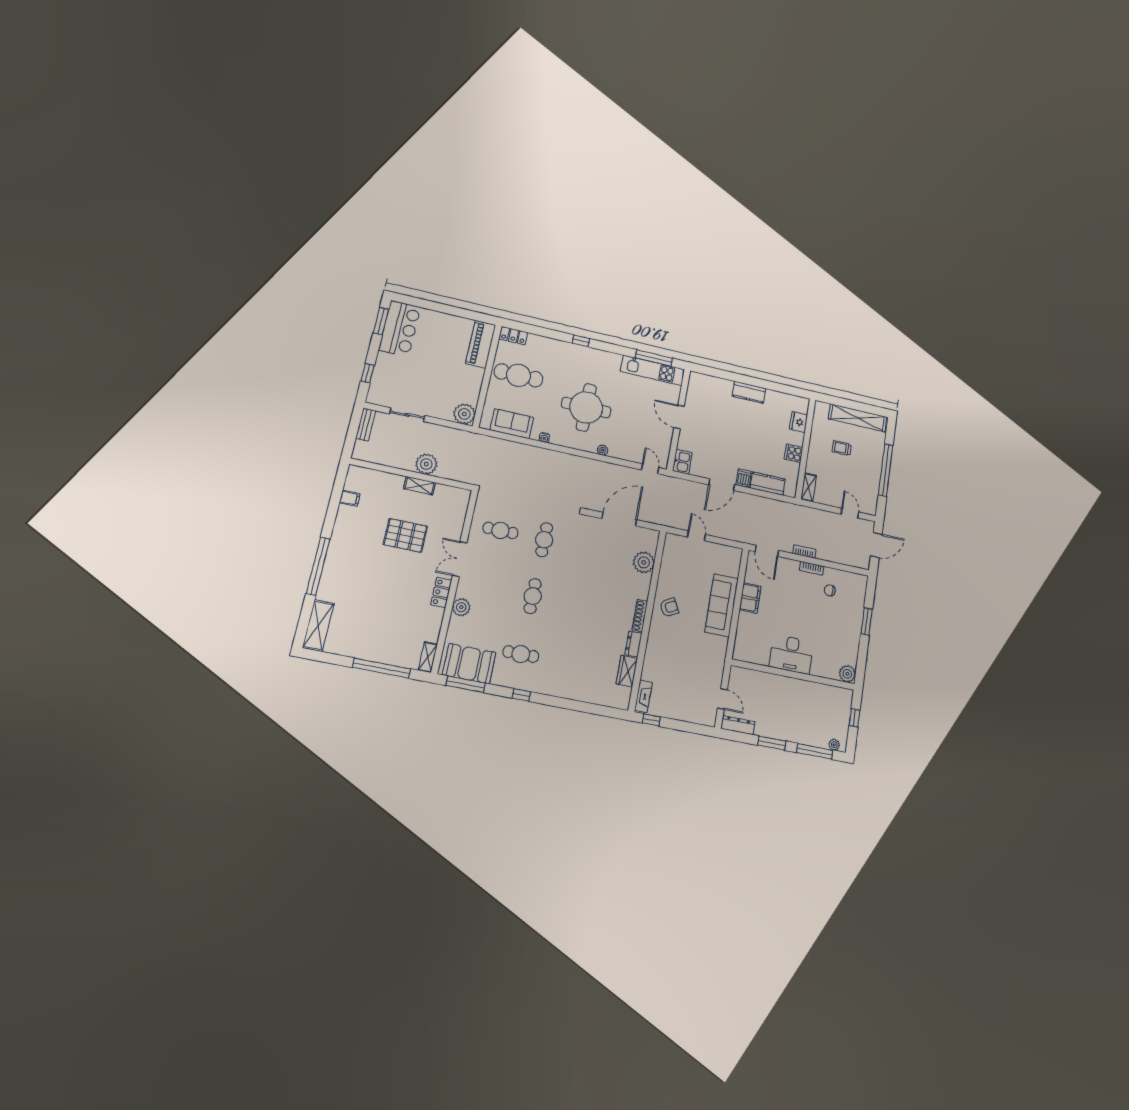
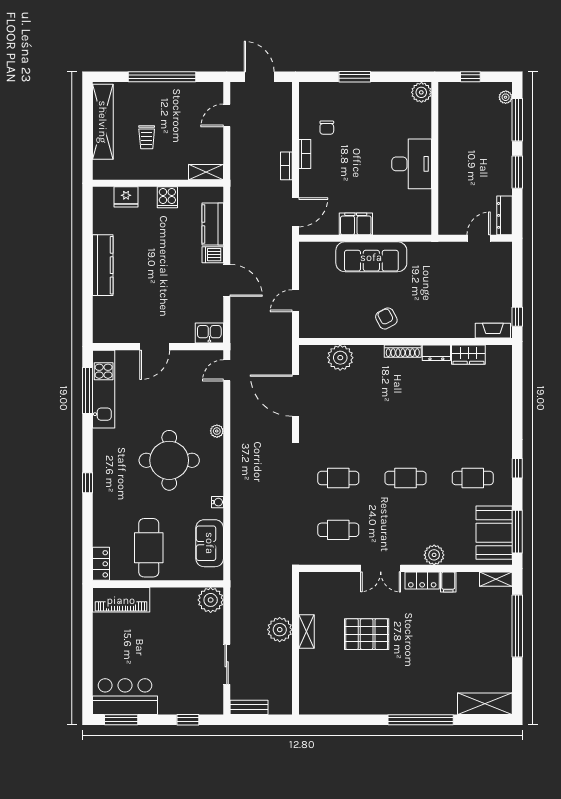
kitchen counter: (749, 392) -> (103, 265), width x1.50
filing cabinet: (350, 498) -> (448, 582), moved, turned 180
cafe table: (500, 530) -> (338, 530), turned 90
pallet: (405, 535) -> (367, 634), turned 90
cafe table: (521, 654) -> (473, 478), turned 90

